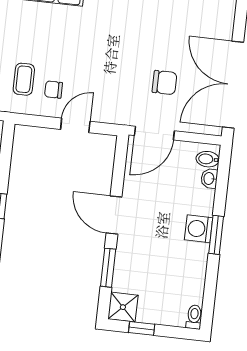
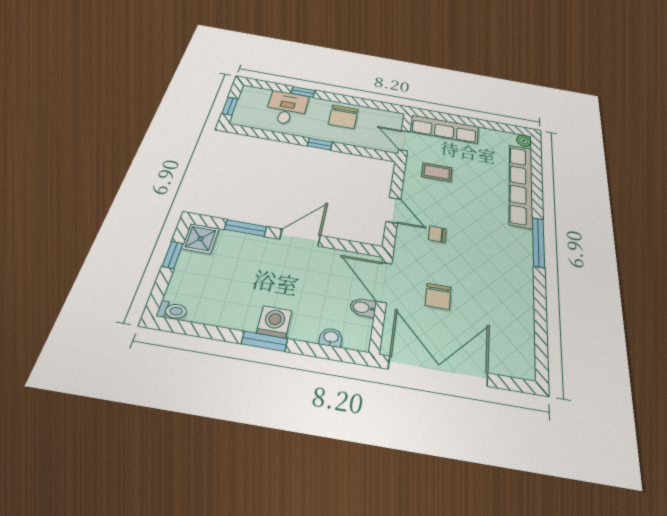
chair: (54, 90) -> (437, 234), moved, turned -90
bidet: (208, 159) -> (363, 307), moved, turned -90

